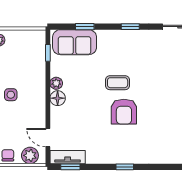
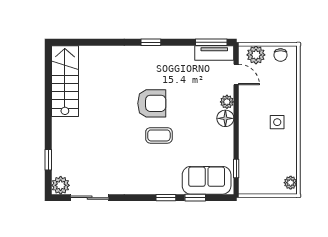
window: (130, 27) -> (166, 198), moved
plant: (56, 83) -> (227, 102), moved
armchair: (124, 112) -> (152, 103), turned 90
window: (70, 167) -> (211, 42), width x1.50

